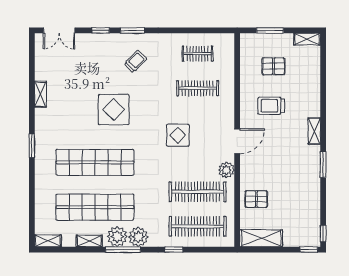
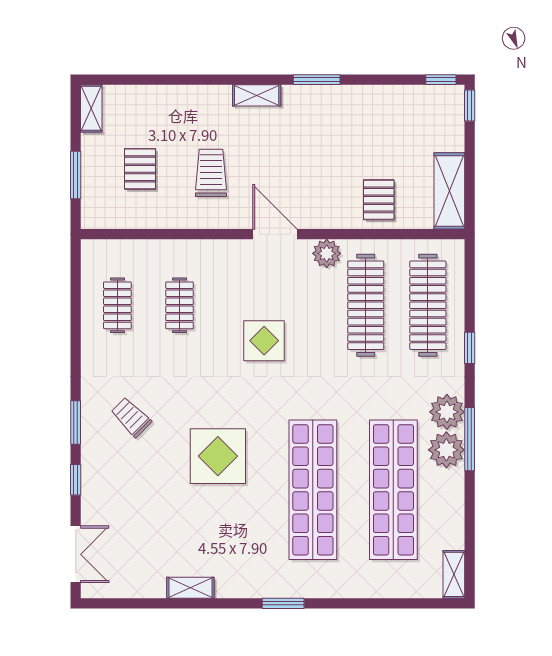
clothes rail: (198, 88) -> (179, 305), width x0.73
trolley: (271, 106) -> (211, 173), turned 180
shelving: (89, 241) -> (454, 500), removed

